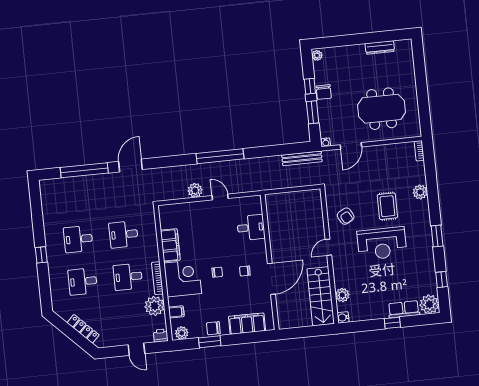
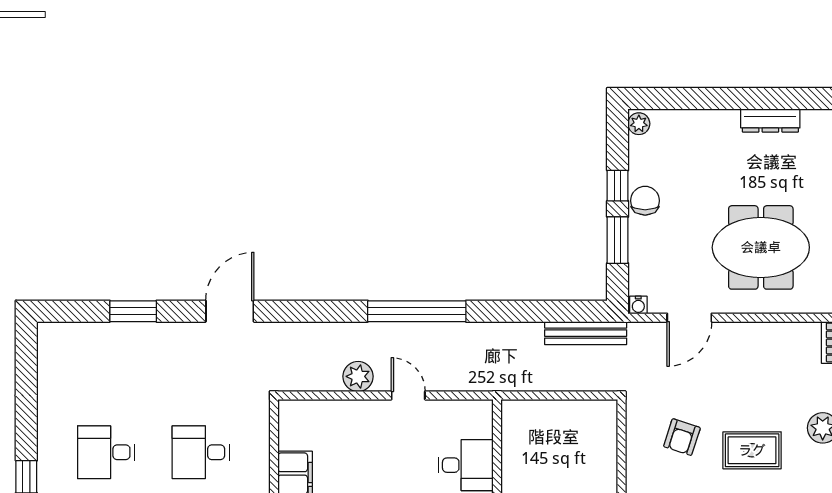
chair: (324, 92) -> (645, 201), turned 180
window: (84, 170) -> (133, 311), width x0.47
rug: (387, 206) -> (752, 450), turned 90
armchair: (346, 216) -> (682, 437), moved, turned 47

